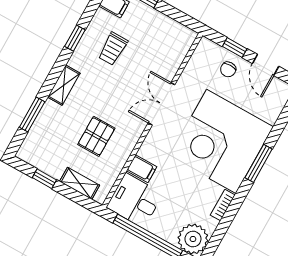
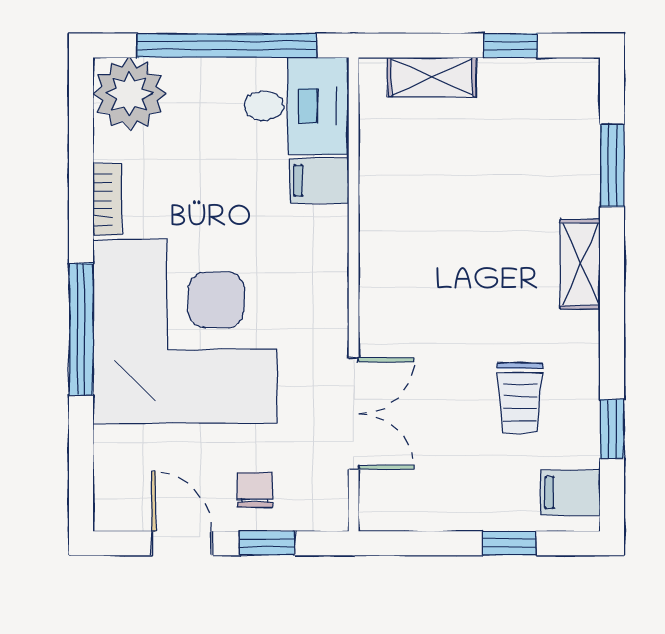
window: (75, 38) -> (612, 429), moved
trolley: (113, 49) -> (520, 398), turned 180
double door: (162, 104) -> (354, 414), moved
pallet: (96, 136) -> (452, 195), removed
window: (259, 163) -> (81, 329), width x1.44

